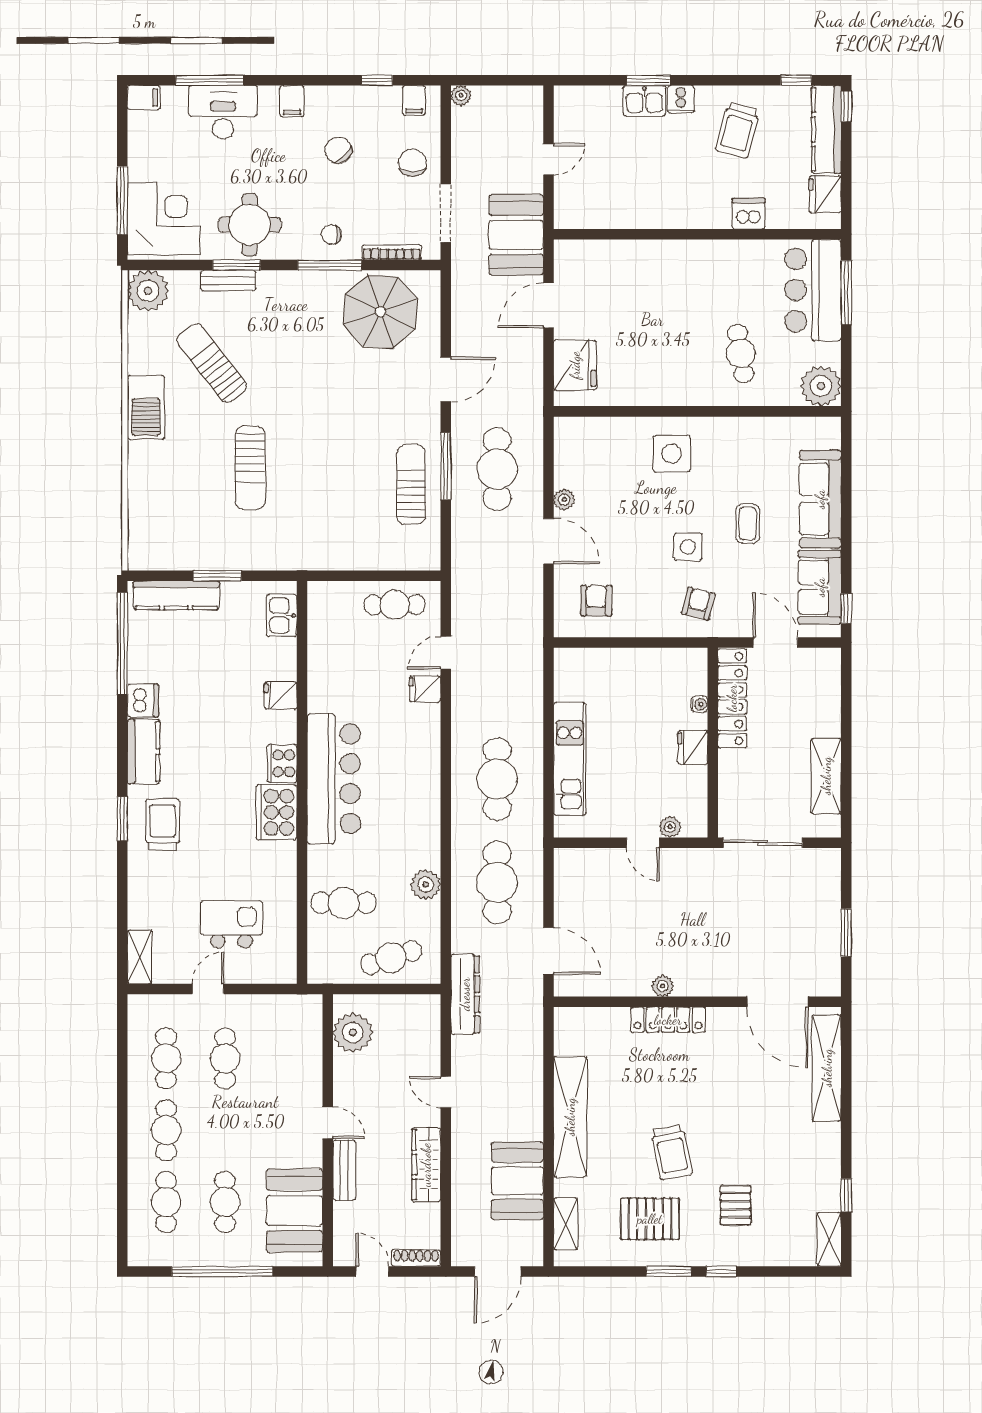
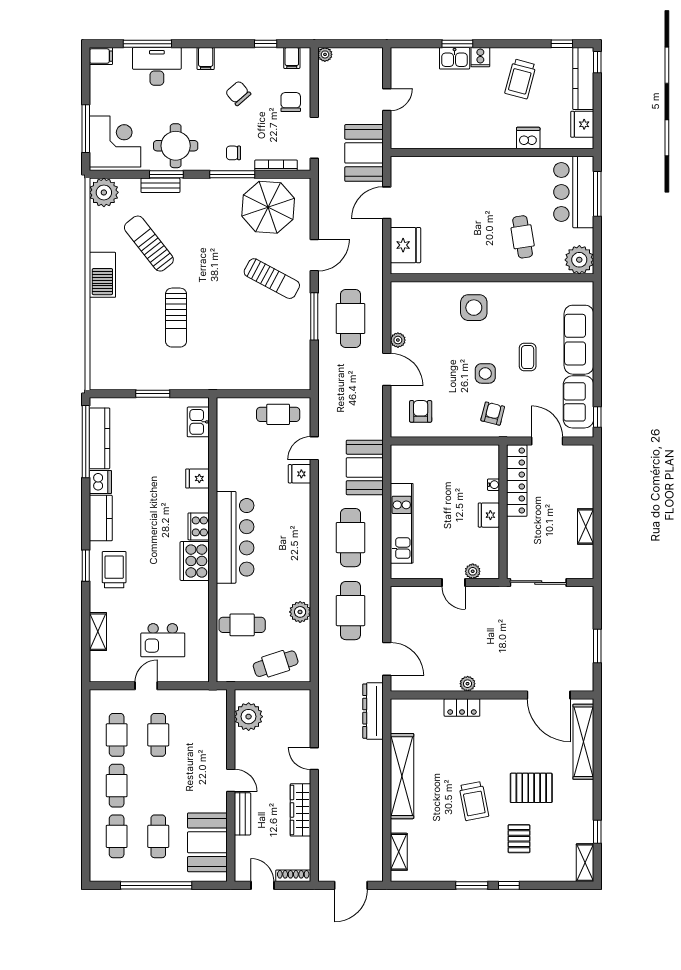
sun lounger: (411, 484) -> (272, 279), moved, turned 118
kitchen counter: (176, 595) -> (99, 438), moved, turned -90
shelving: (826, 776) -> (586, 526), width x0.67, depth x0.75
kitchen island: (231, 924) -> (163, 640), turned 180
shelving: (140, 957) -> (98, 632), moved
dresser: (465, 994) -> (373, 711), moved, turned 180
locker: (668, 1020) -> (462, 707), width x0.66
booth: (517, 1181) -> (365, 467), moved
pallet: (650, 1219) -> (531, 788), moved

